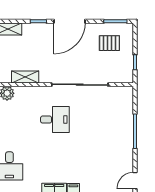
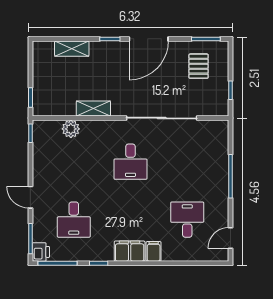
pallet: (109, 43) -> (199, 66), turned 90
desk: (55, 120) -> (130, 162), turned 90
desk: (100, 166) -> (187, 220), added

